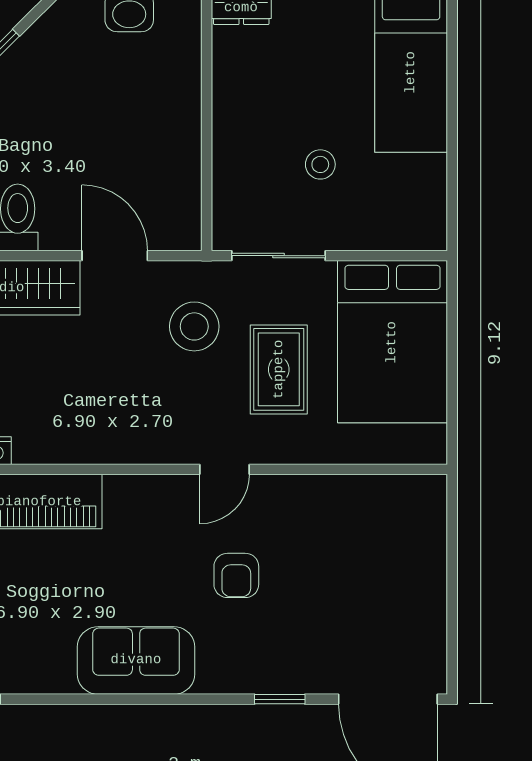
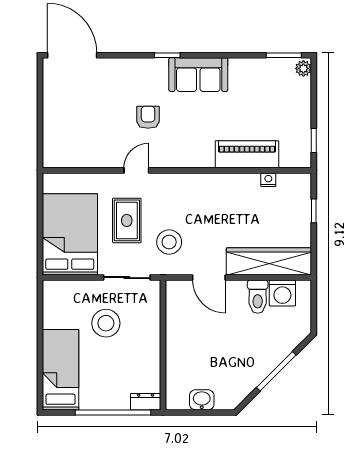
stool: (320, 164) -> (106, 323), width x1.89, depth x1.89
door: (224, 469) -> (136, 170), moved
window: (280, 699) -> (167, 55), moved

